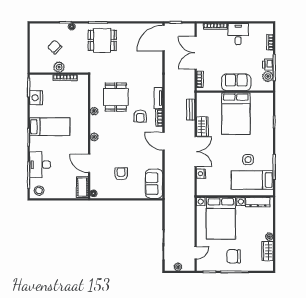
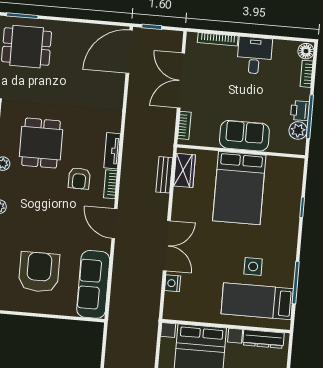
floor lamp: (268, 29) -> (306, 51), added
wardrobe: (202, 127) -> (184, 170), moved
armchair: (121, 174) -> (39, 272), width x1.88, depth x1.88
sofa: (154, 184) -> (93, 284), width x1.36

